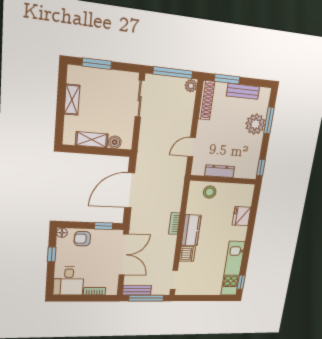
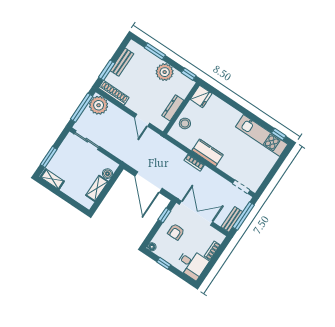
plant: (191, 86) -> (99, 105), width x1.87, depth x1.87
shelving: (72, 100) -> (52, 179), moved
plant: (255, 124) -> (165, 72), moved
fridge: (242, 216) -> (201, 96), moved, turned -90
armchair: (82, 239) -> (176, 232), moved
dishwasher: (187, 254) -> (226, 166), removed

